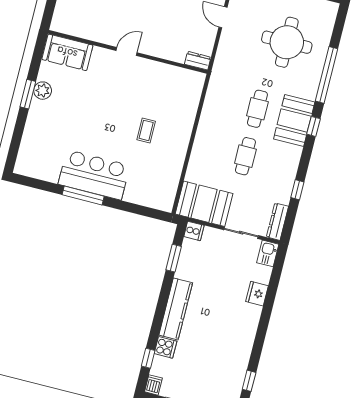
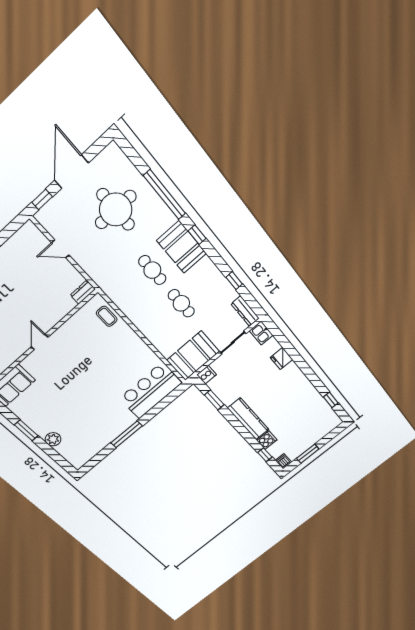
plant: (43, 91) -> (53, 439), moved
coffee table: (146, 130) -> (107, 316), moved
bar counter: (94, 175) -> (151, 391), moved

